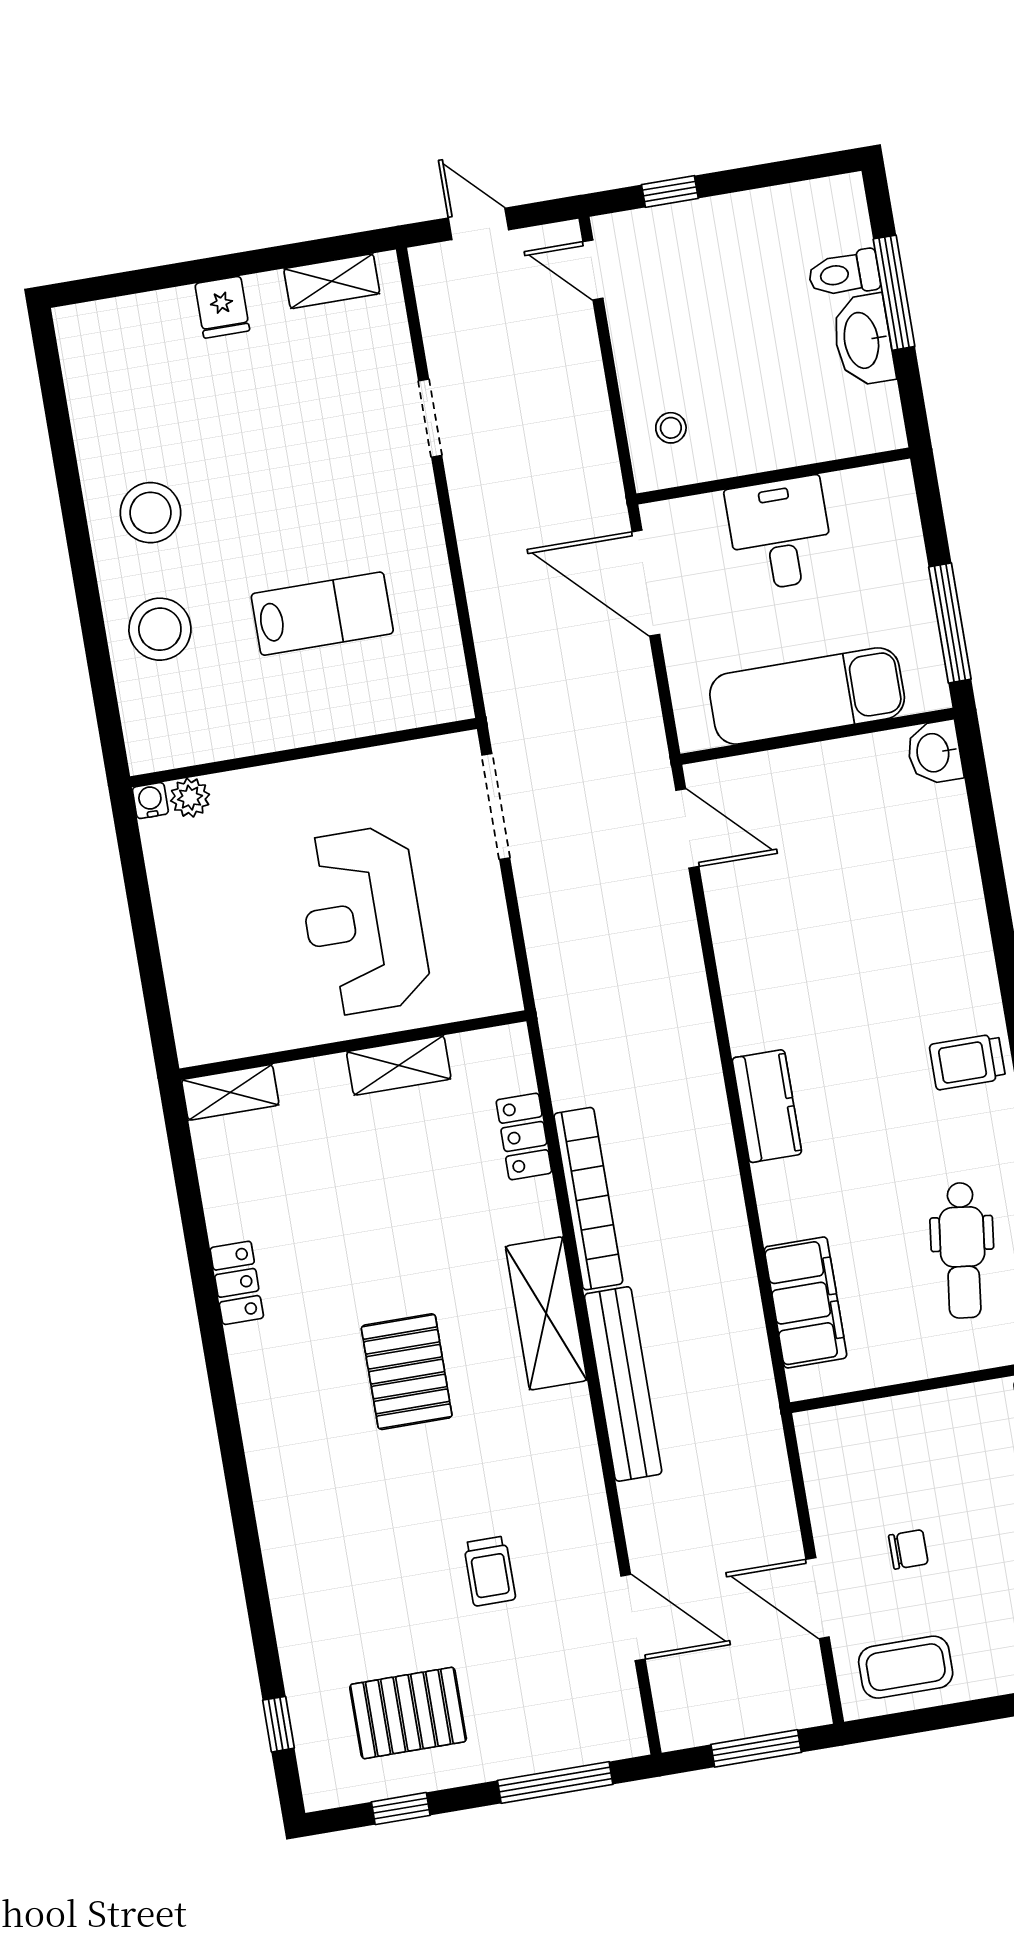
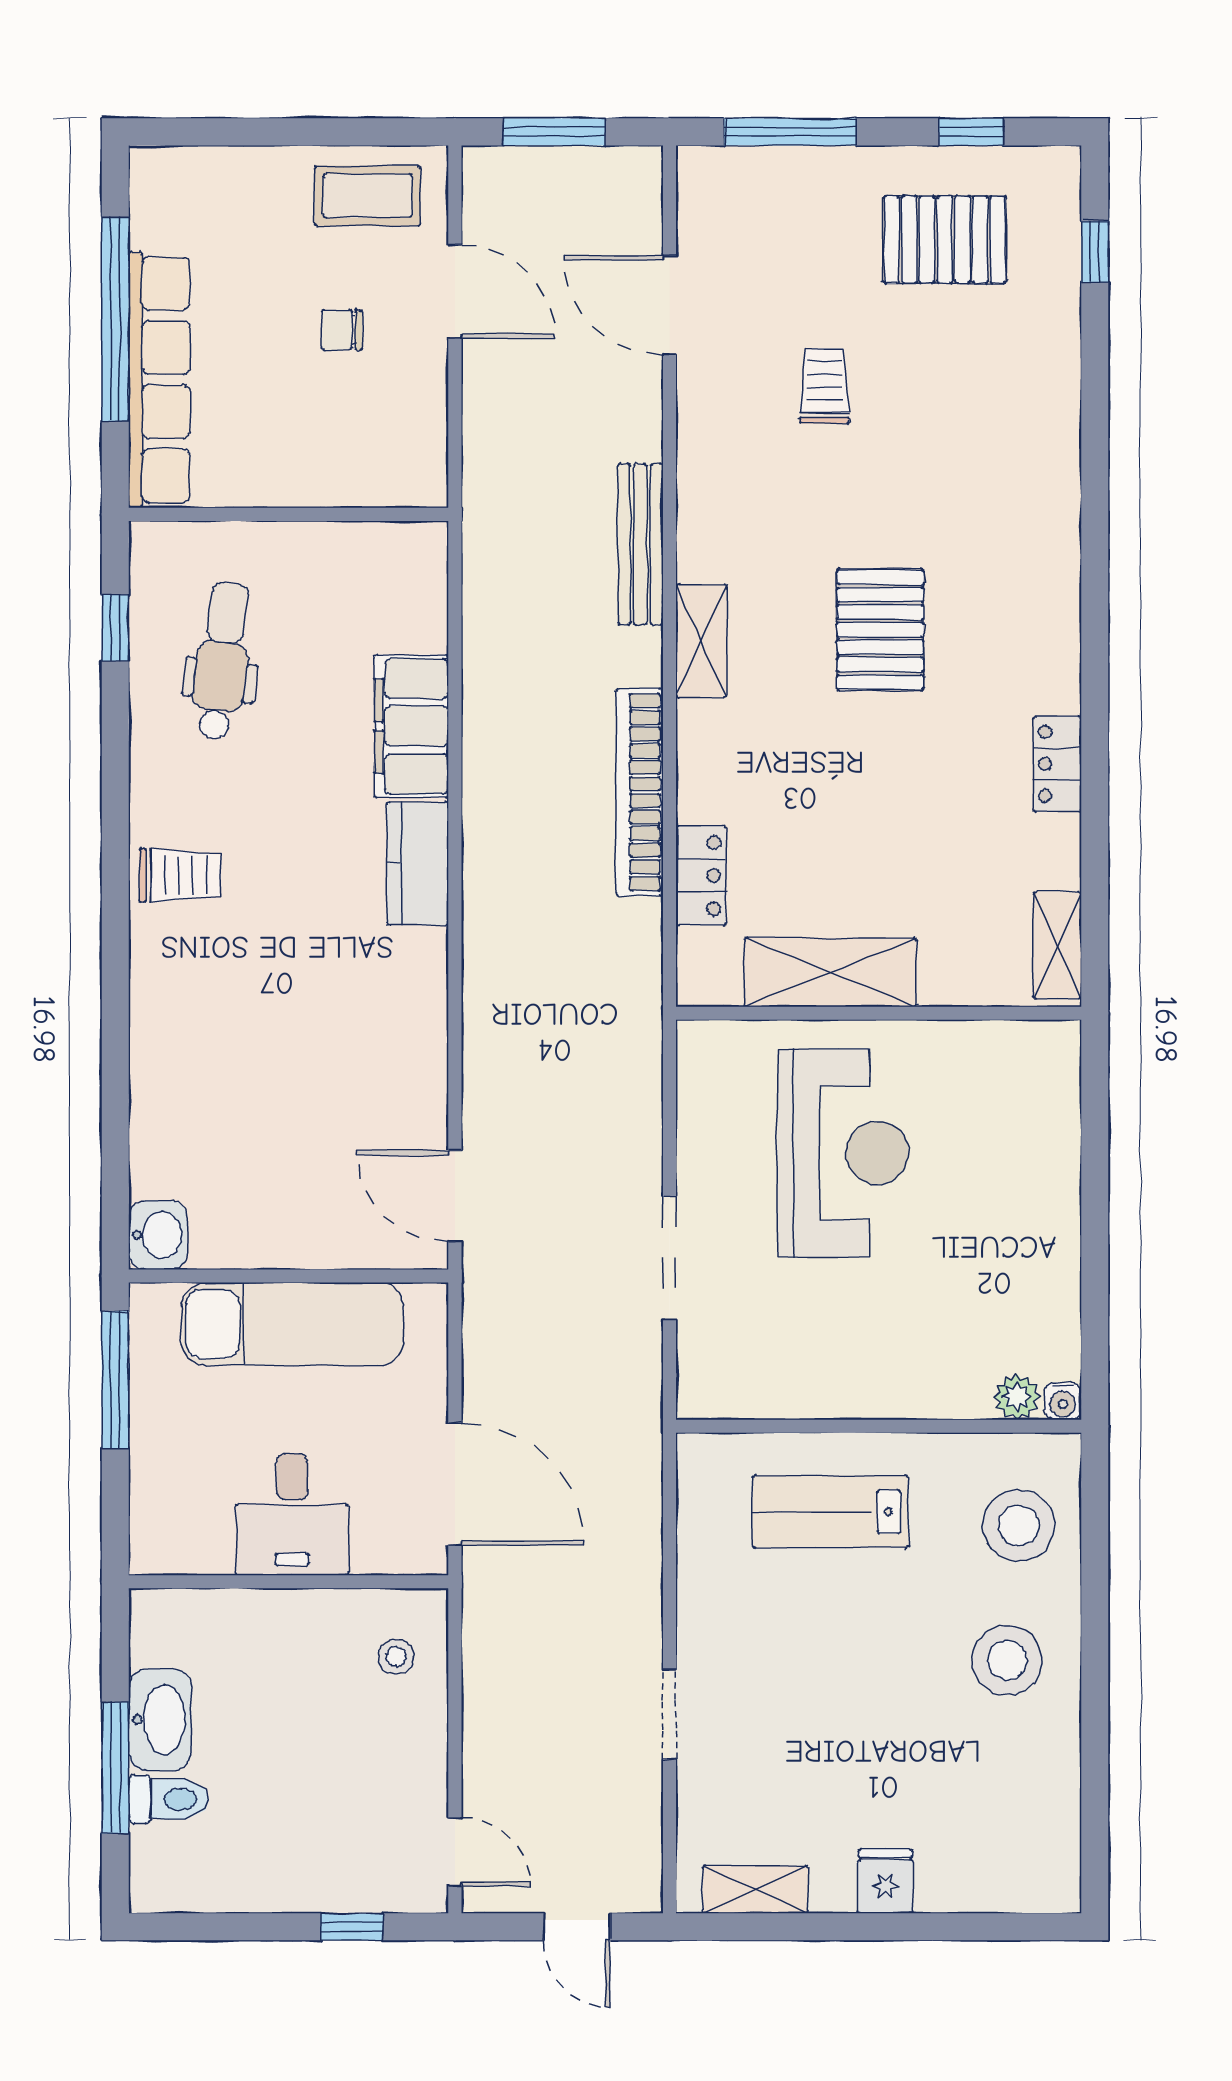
wall: (303, 753) -> (879, 1426), moved
plant: (190, 798) -> (1017, 1397), moved
water cooler: (150, 801) -> (1063, 1401), moved
shelving: (399, 1065) -> (830, 972), width x1.50, depth x1.33
shelving: (230, 1092) -> (1057, 945), moved, turned 90
filing cabinet: (806, 1302) -> (411, 726), moved
shelving: (546, 1313) -> (701, 641), width x0.67, depth x0.75
bench: (623, 1384) -> (640, 544), width x0.73, depth x0.82

